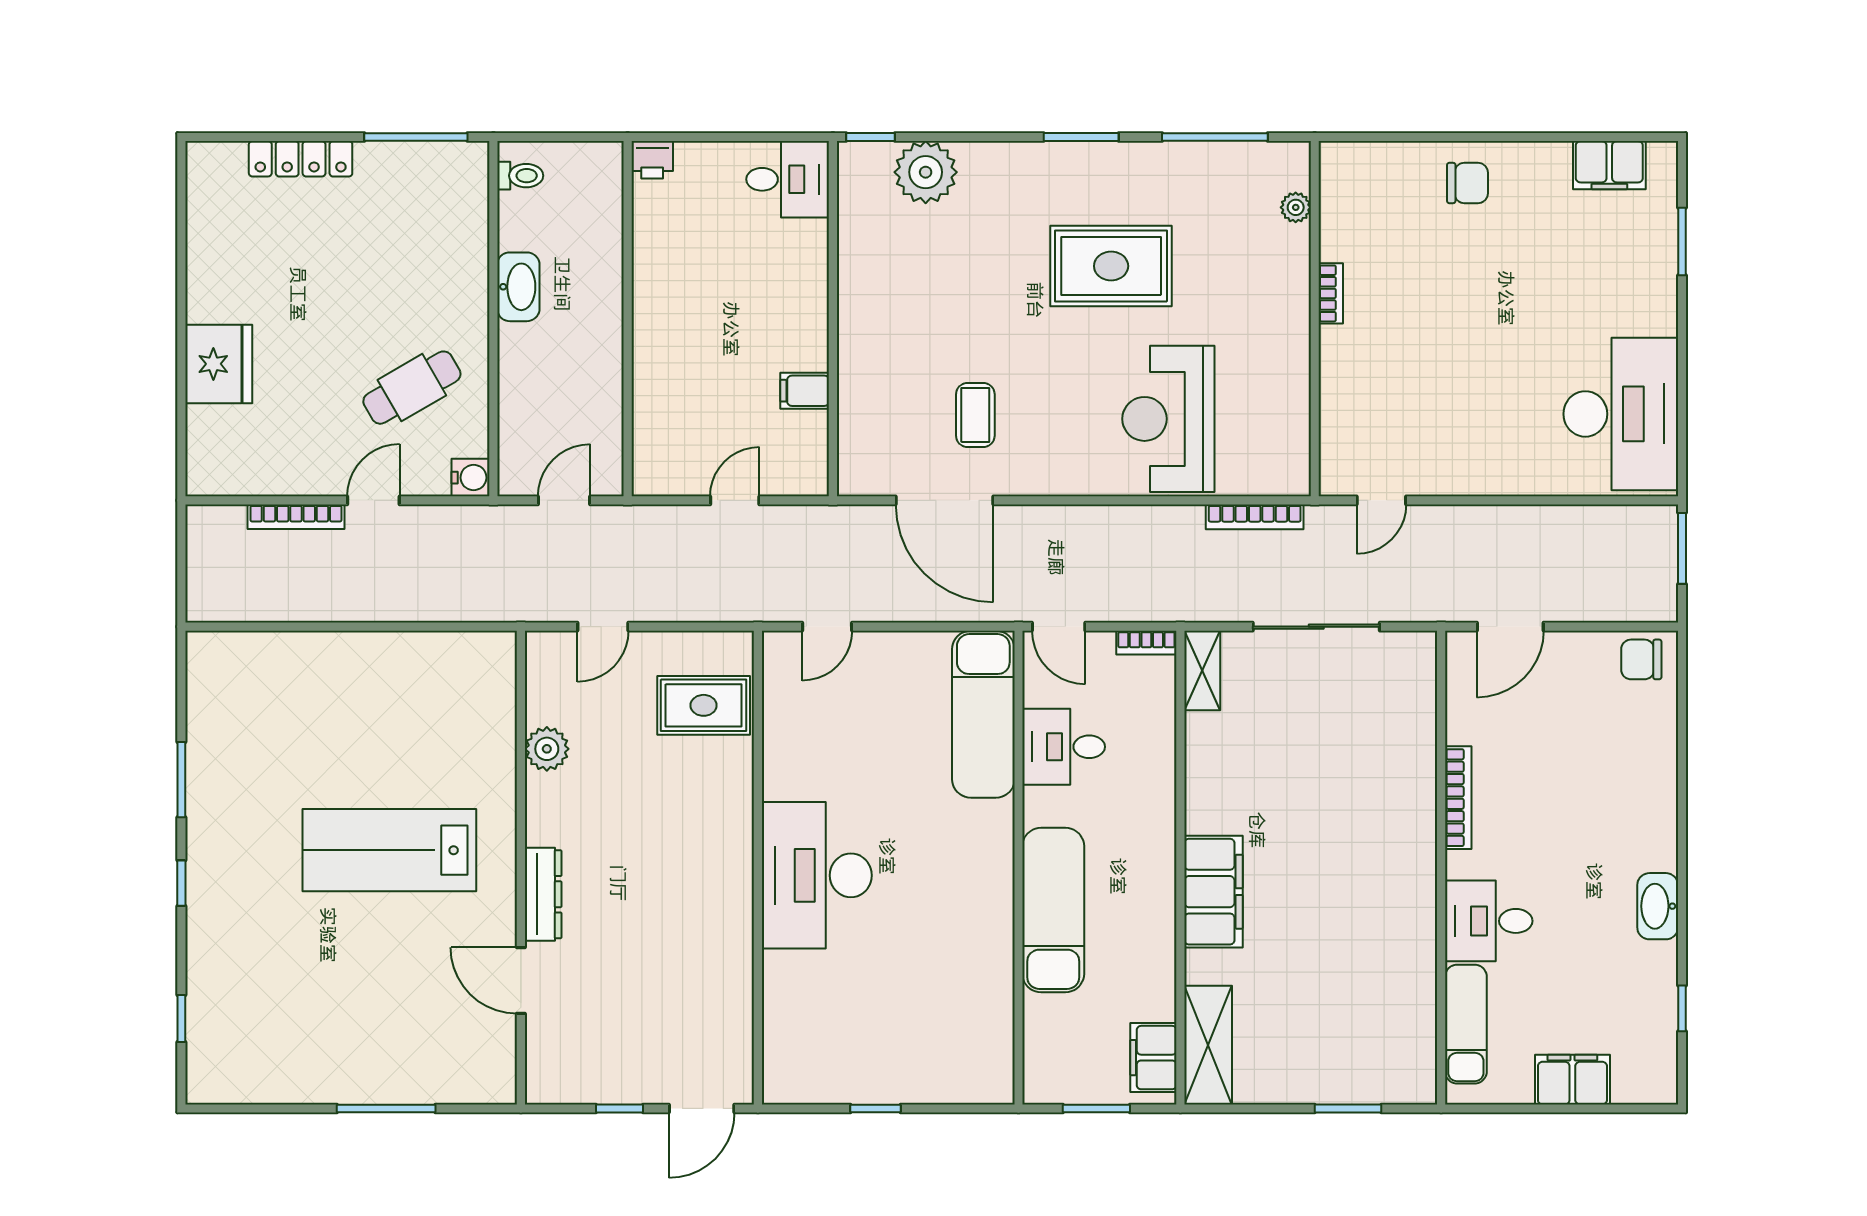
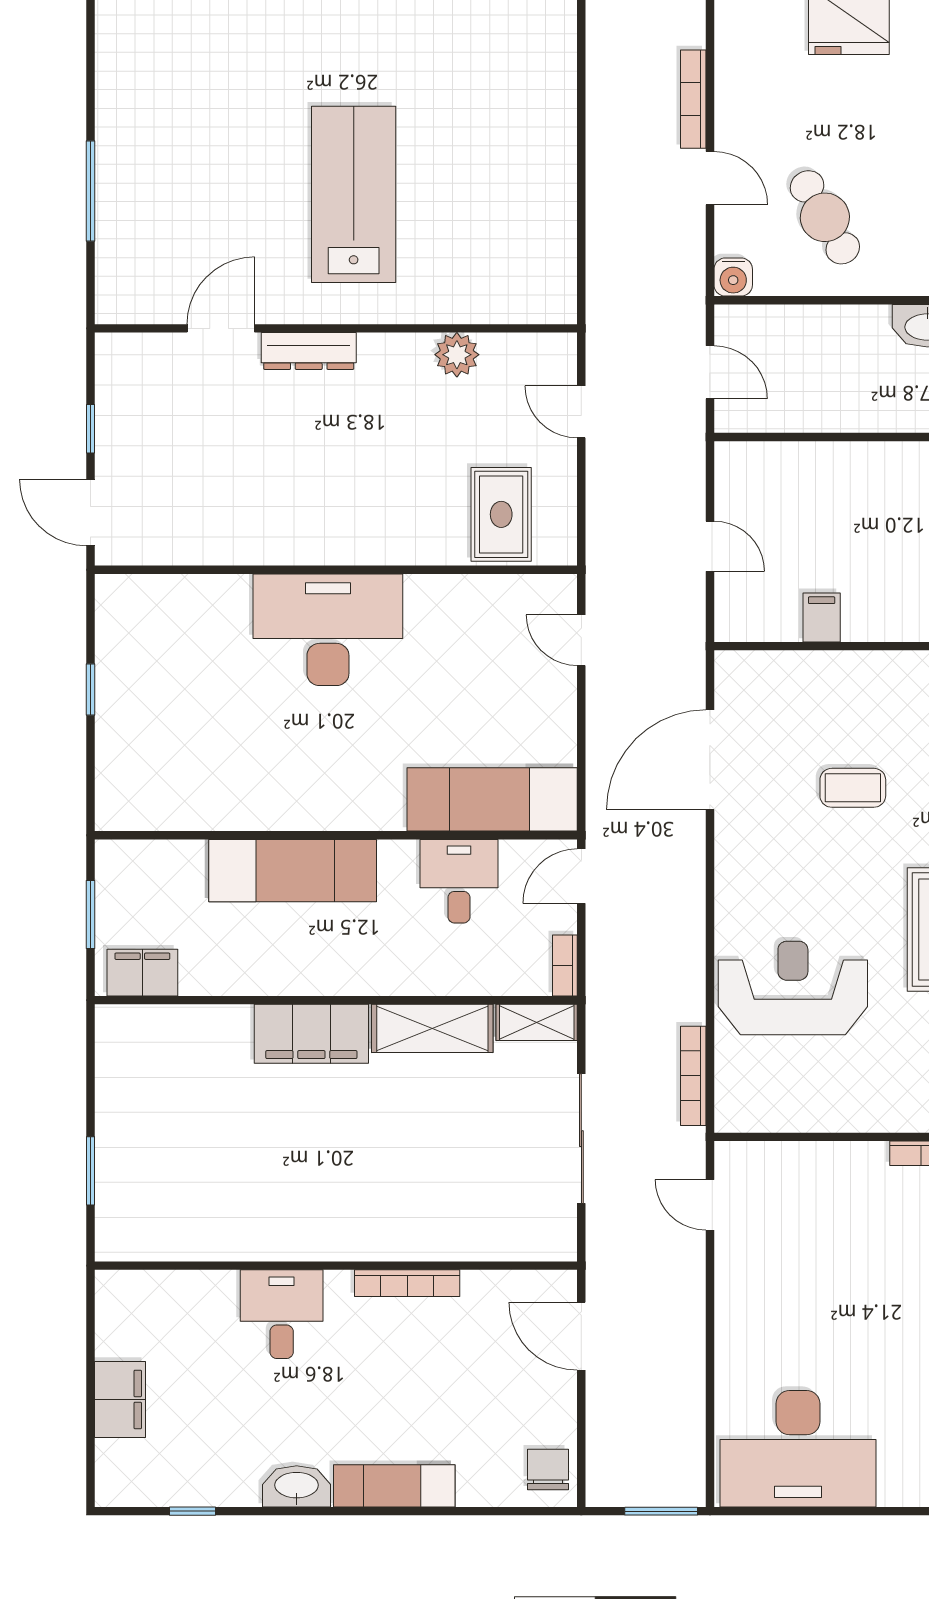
coffee table: (975, 415) -> (853, 788), moved
exam couch: (1466, 1024) -> (394, 1486), moved, turned 180
shelving: (1208, 1045) -> (432, 1028), moved

